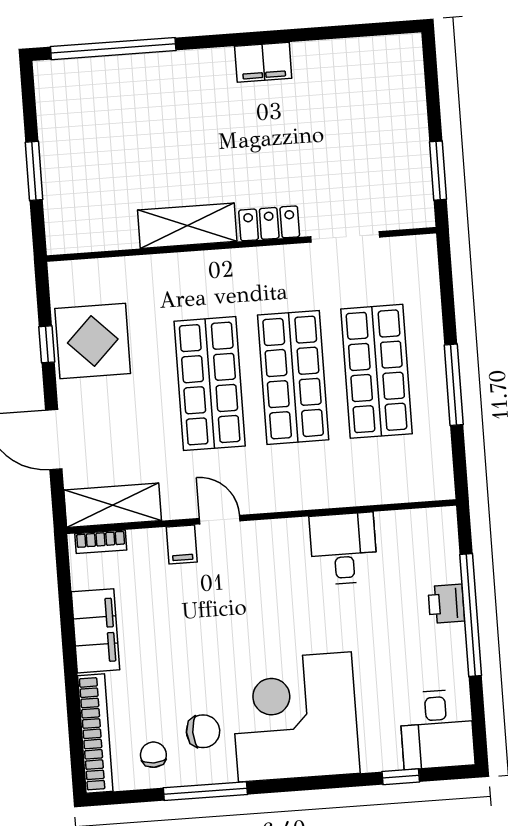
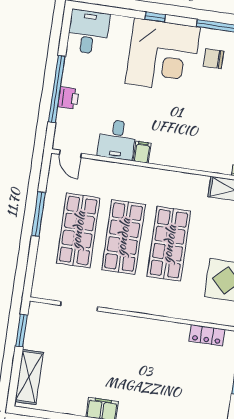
locker: (269, 223) -> (207, 335), moved
shelving: (187, 226) -> (29, 377), moved, turned 90
door: (220, 520) -> (70, 154), moved
filing cabinet: (182, 544) -> (142, 152), moved
window: (401, 777) -> (155, 17), moved

